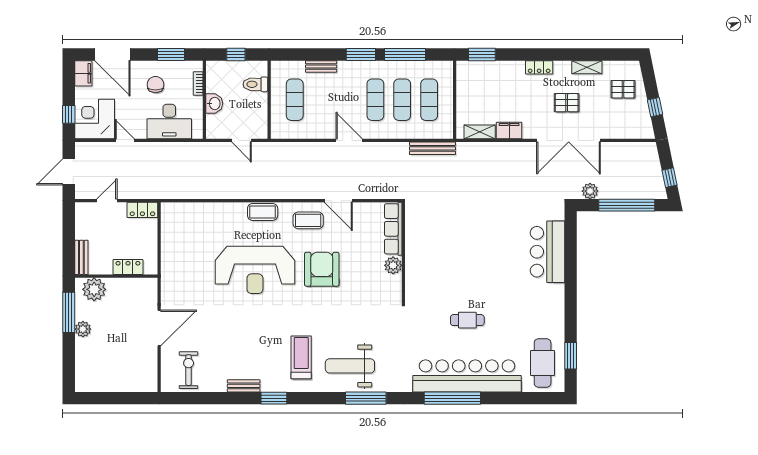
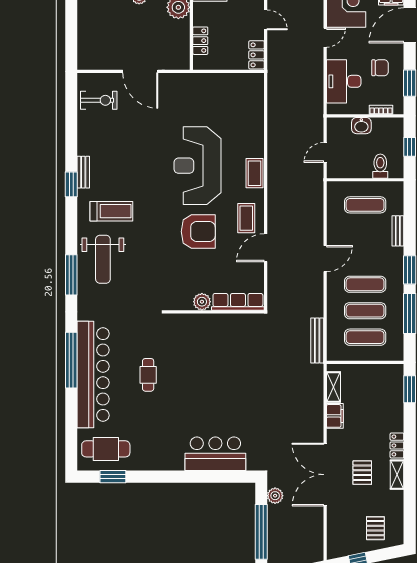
shelving: (587, 67) -> (397, 475), moved
weight bench: (350, 366) -> (103, 259), turned 180
bench: (244, 386) -> (83, 172), moved

